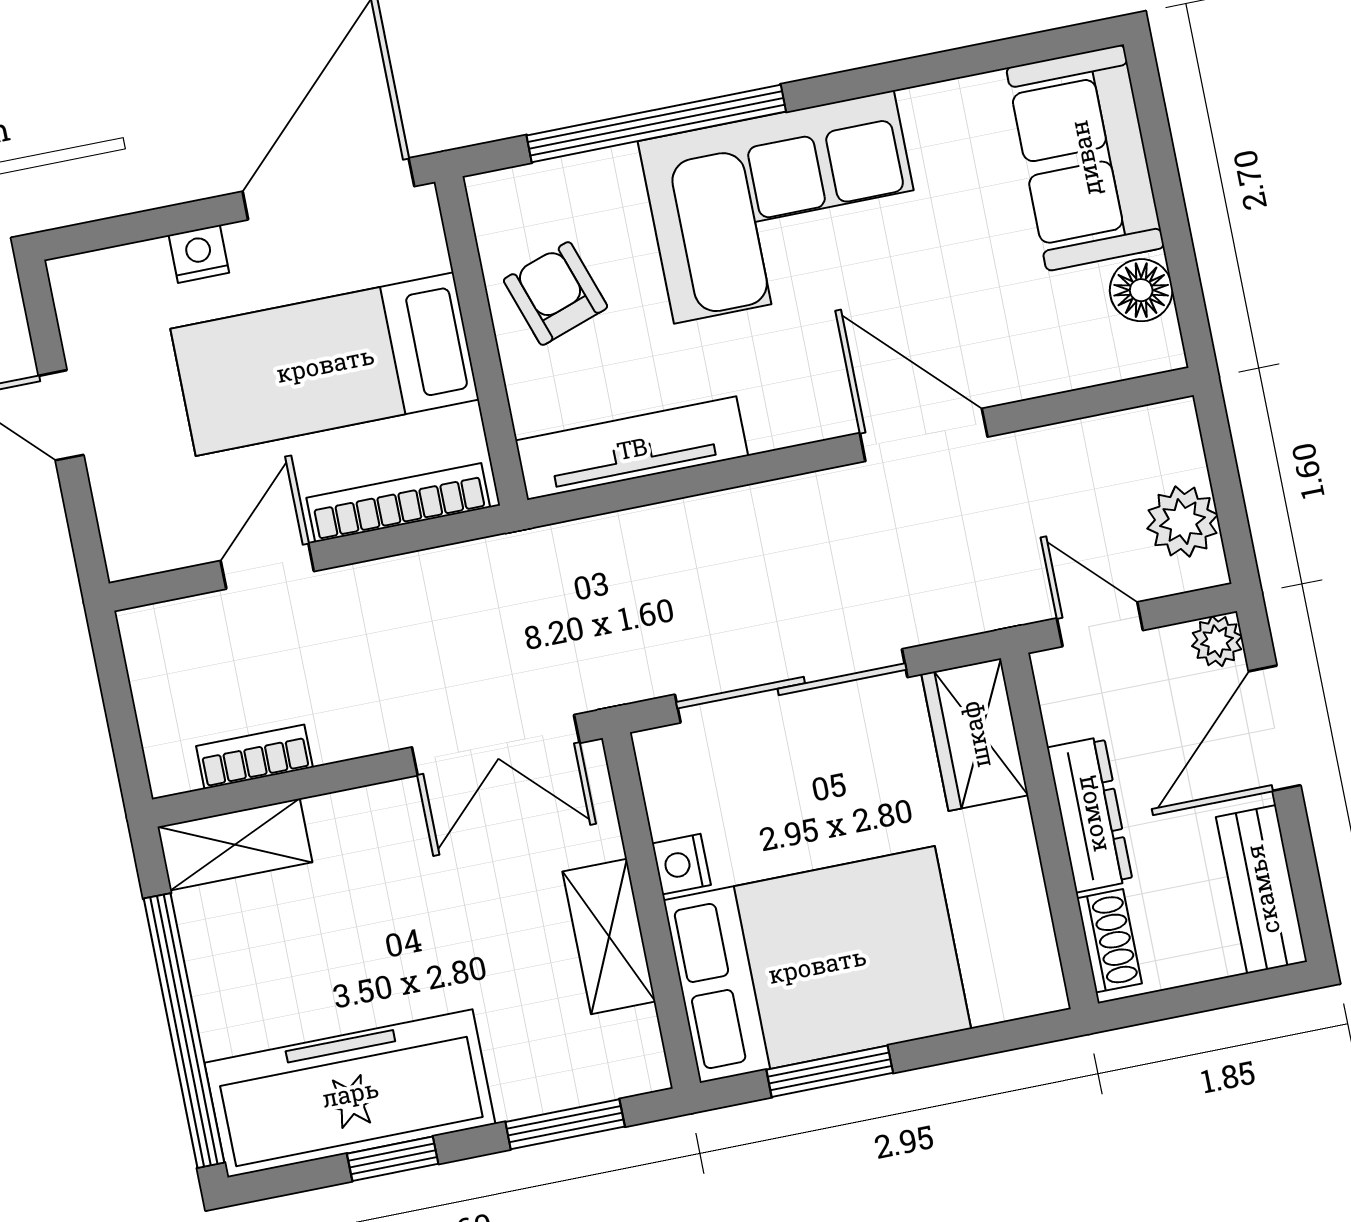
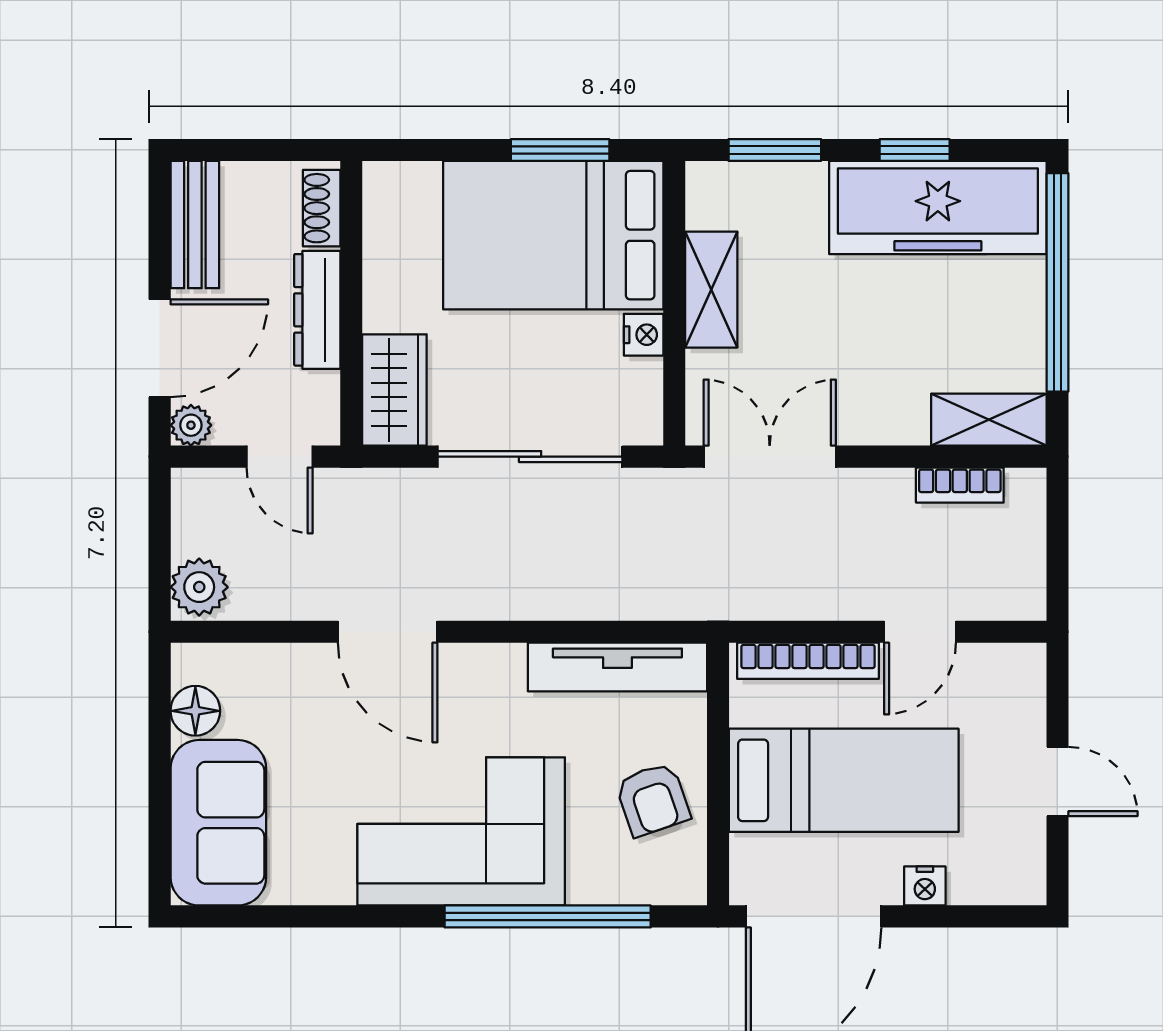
plant: (1183, 522) -> (199, 587), moved

